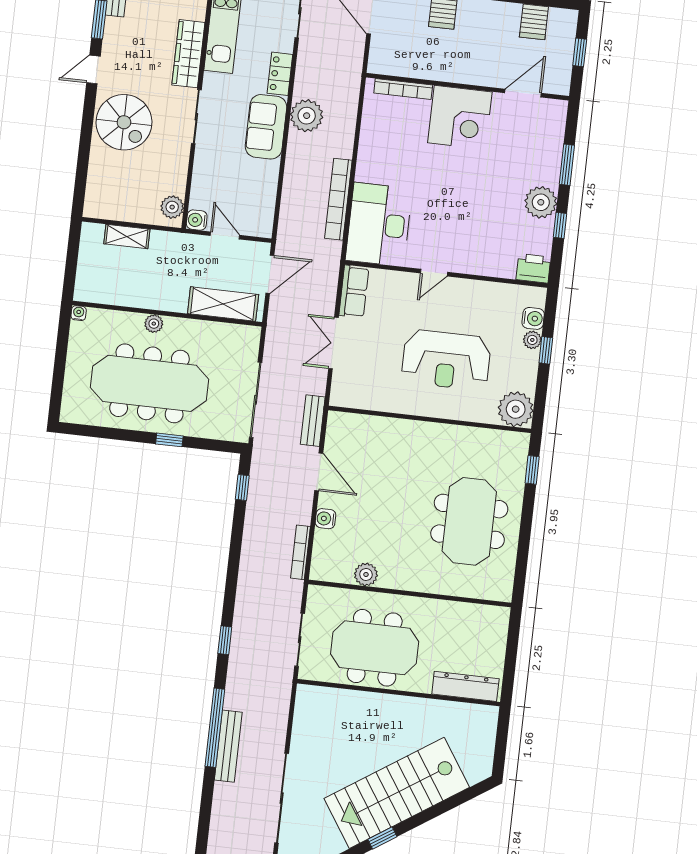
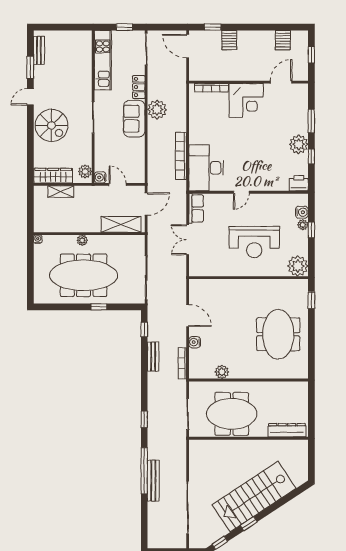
wardrobe: (188, 54) -> (53, 176), moved, turned 90
bench: (313, 421) -> (153, 357), moved

